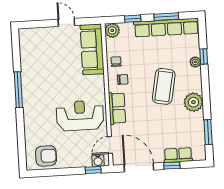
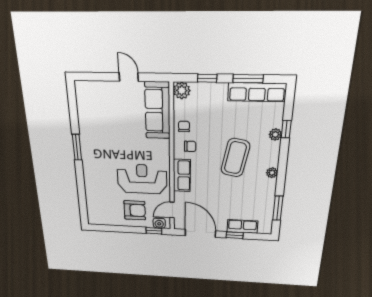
row of seats: (166, 28) -> (257, 92), width x0.73
window: (18, 90) -> (77, 147), width x0.69
plant: (193, 102) -> (272, 173), width x0.53, depth x0.53
armchair: (46, 156) -> (135, 210), moved

